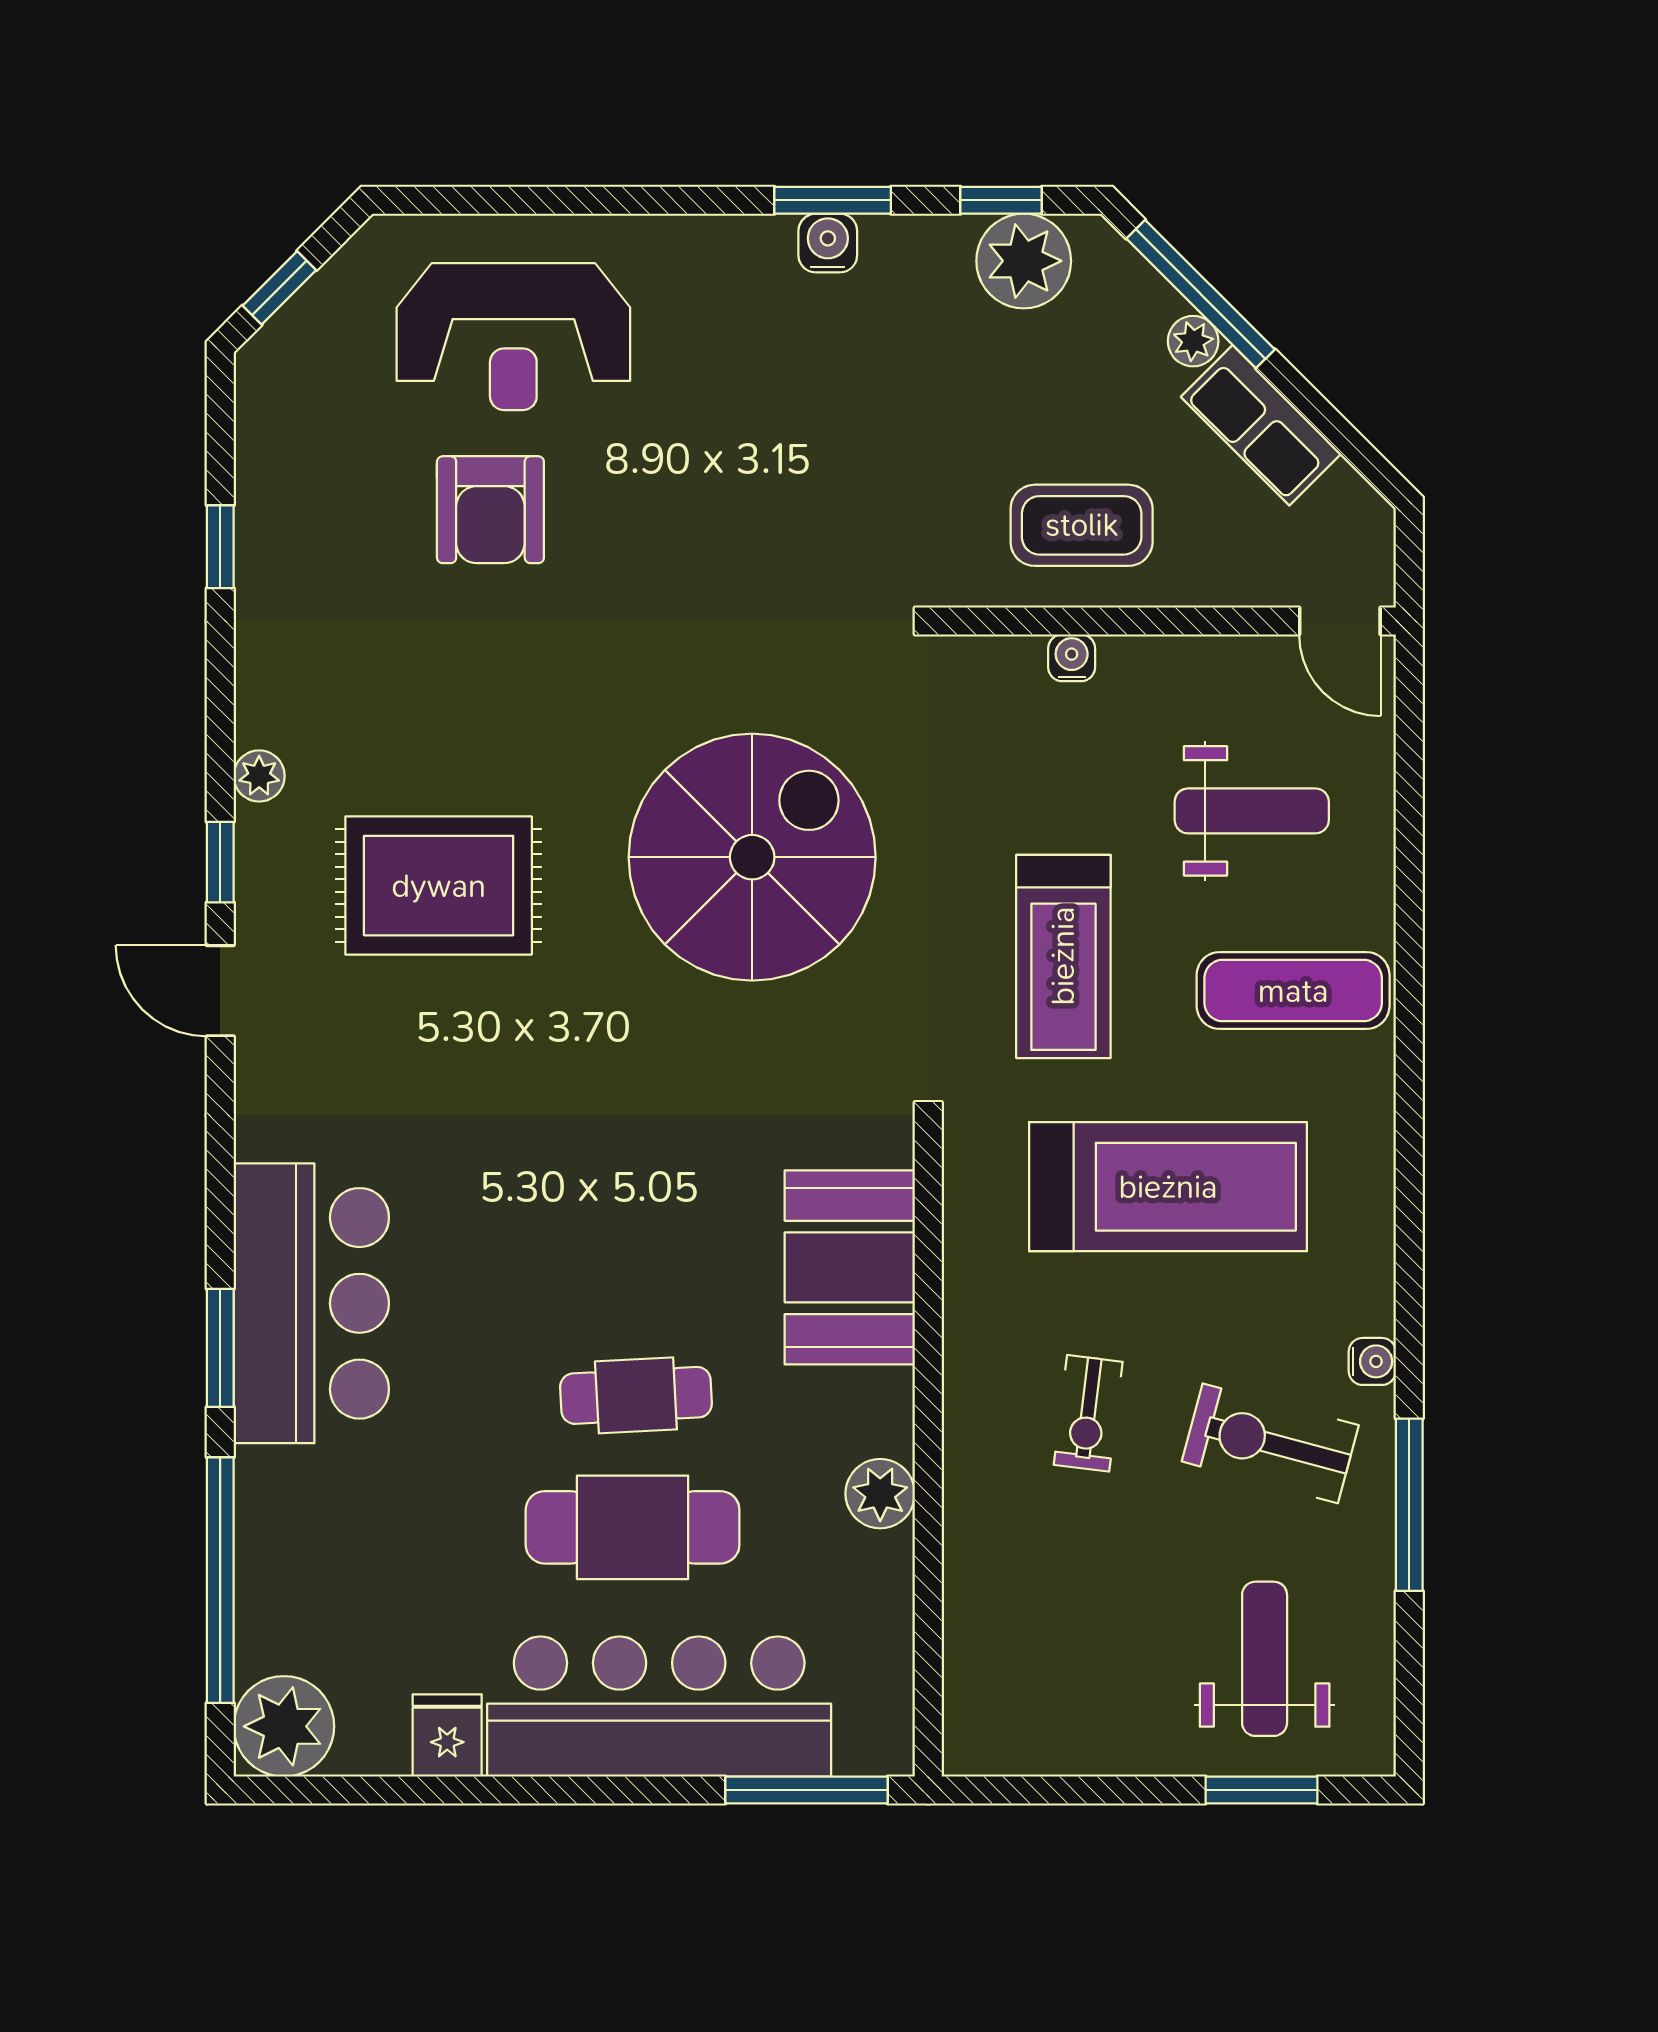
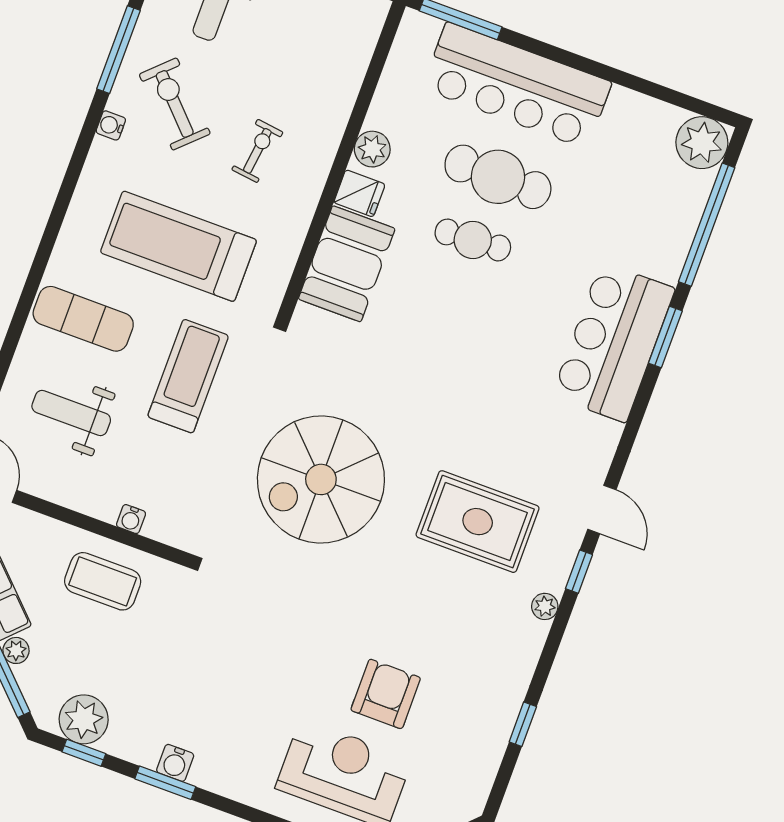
exercise bike: (1270, 1443) -> (175, 104), turned -149
fridge: (447, 1735) -> (359, 193), moved, turned -90

